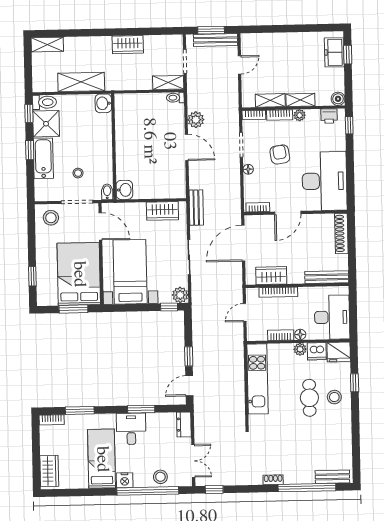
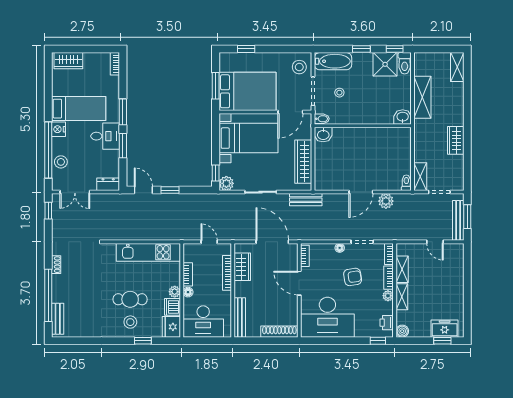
bathtub: (43, 158) -> (333, 61), moved
wardrobe: (162, 211) -> (303, 162), width x1.50
window: (80, 410) -> (123, 112), moved

